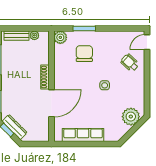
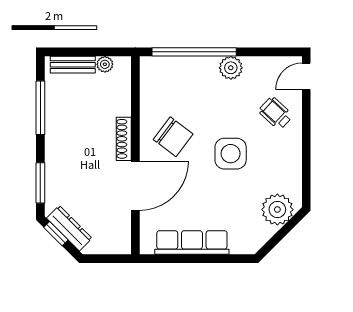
window: (84, 29) -> (194, 52), width x2.11
plant: (60, 37) -> (231, 68), moved
chair: (84, 54) -> (173, 137), moved, turned 127
side table: (105, 85) -> (231, 154), width x1.87, depth x1.87

